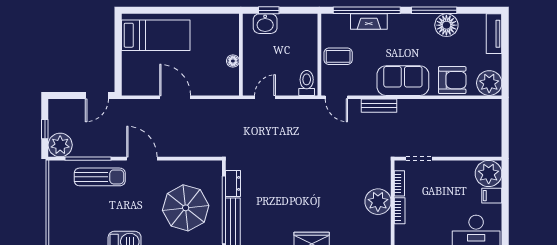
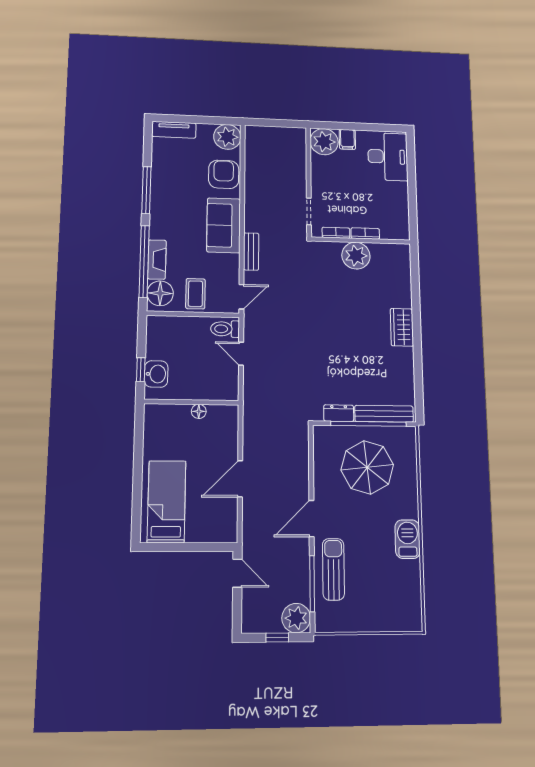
floor lamp: (446, 25) -> (160, 293), moved
door: (265, 97) -> (241, 354), moved

